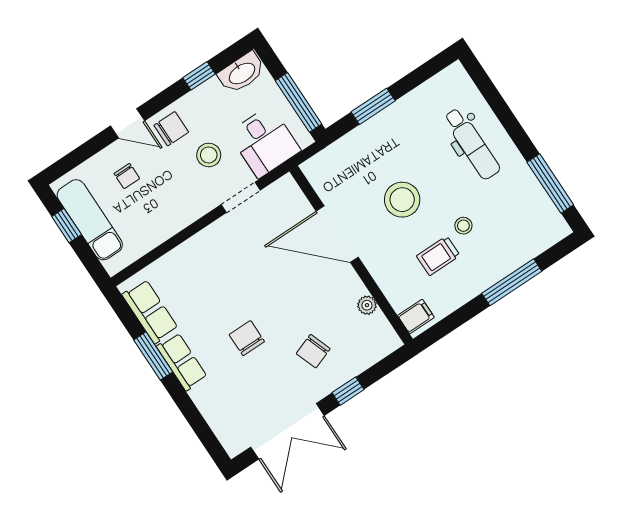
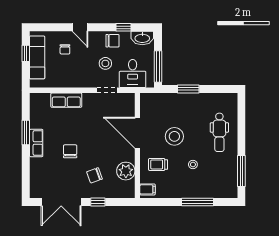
chair: (171, 129) -> (112, 41), moved
trolley: (438, 256) -> (158, 164), moved
plant: (367, 305) -> (126, 171), width x1.87, depth x1.87
row of seats: (150, 311) -> (66, 100), moved, turned 90

